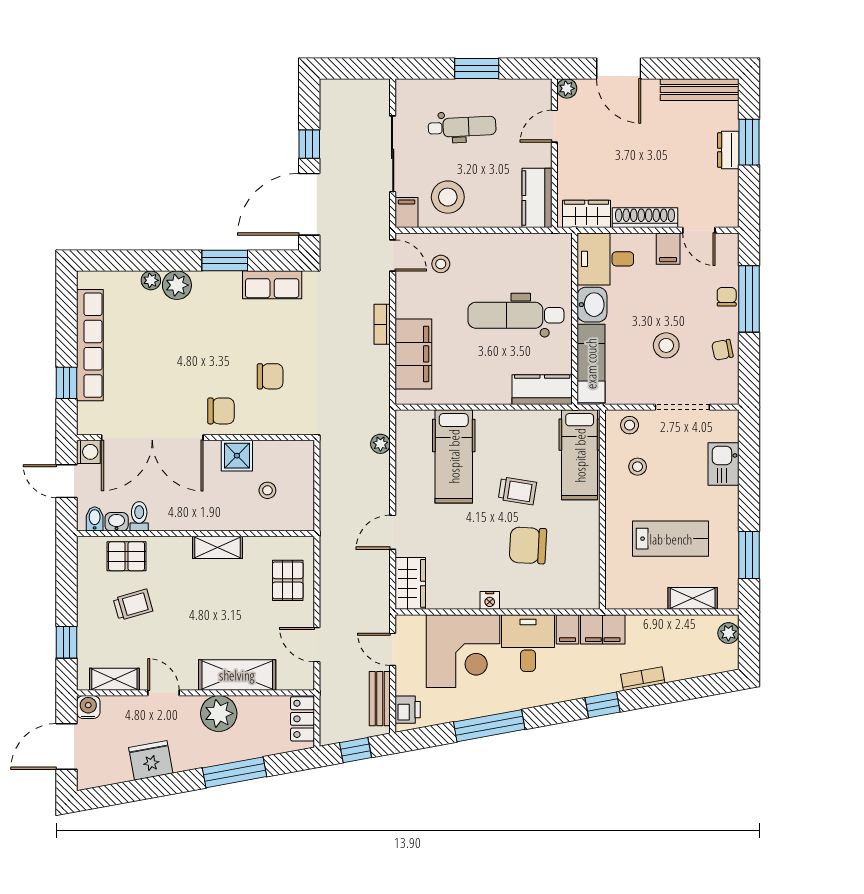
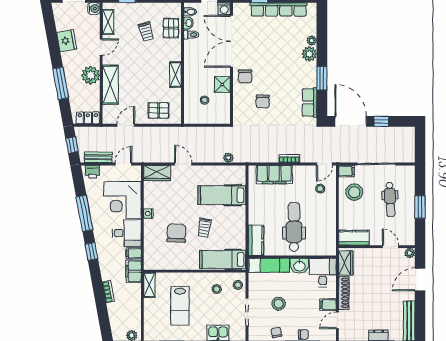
shelving: (693, 598) -> (149, 285), moved
window: (603, 705) -> (91, 251), moved

